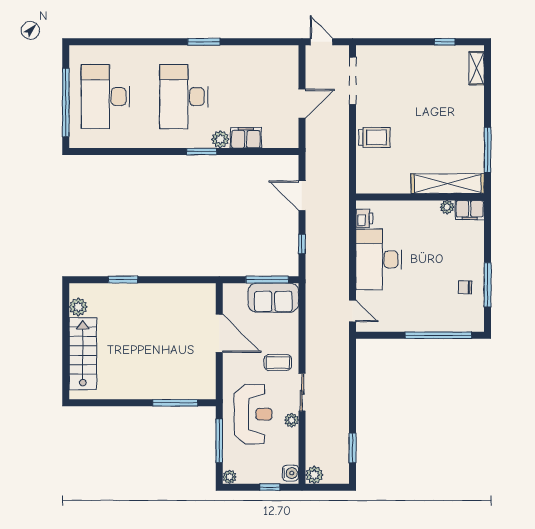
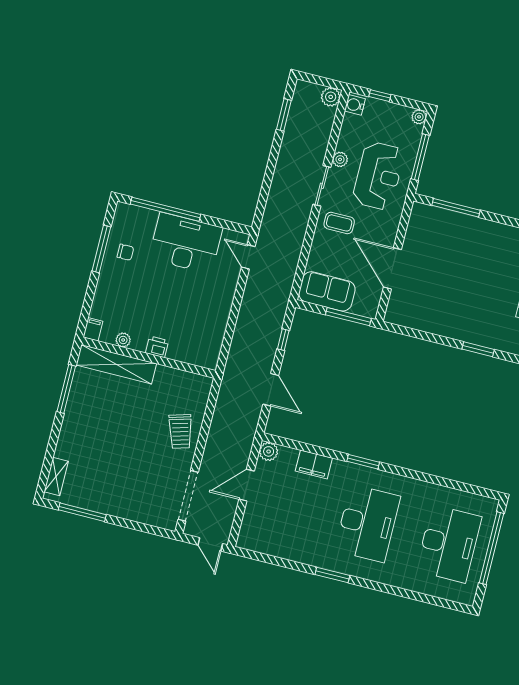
window: (445, 42) -> (82, 512), width x2.17
trolley: (374, 137) -> (180, 431), turned -106
plant: (220, 139) -> (269, 451), moved
filing cabinet: (470, 210) -> (93, 329), width x0.50
printer: (364, 218) -> (157, 347), moved, turned 90
desk: (379, 259) -> (186, 243), moved, turned -90
window: (267, 280) -> (348, 317), moved
reception desk: (253, 414) -> (378, 176), turned 180

